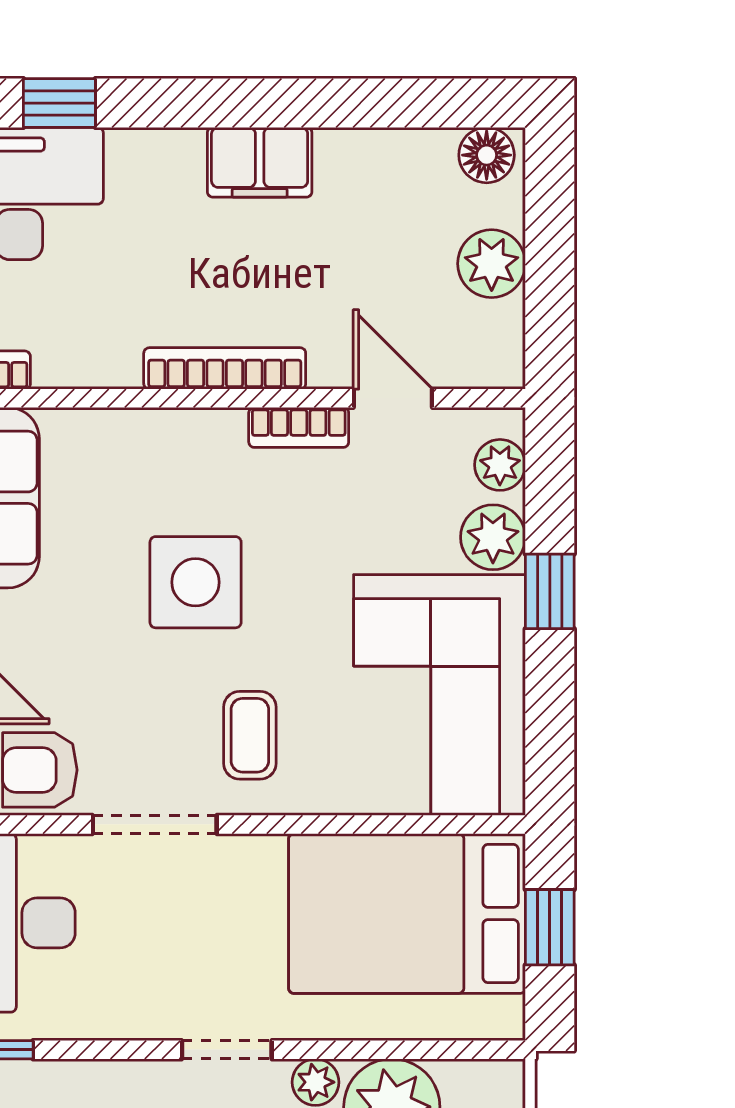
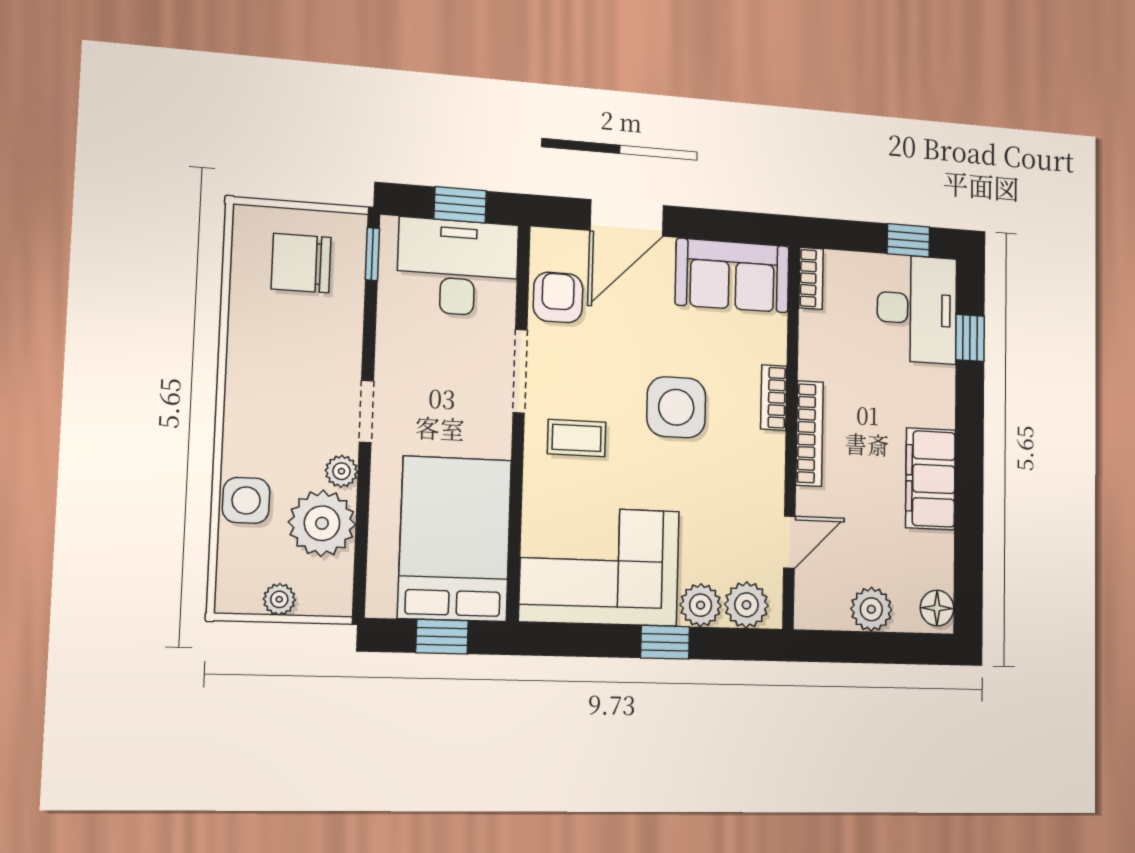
filing cabinet: (260, 162) -> (930, 479), width x1.50, depth x1.17
bookcase: (299, 427) -> (774, 398), moved
plant: (500, 465) -> (746, 605), width x1.38, depth x1.38

